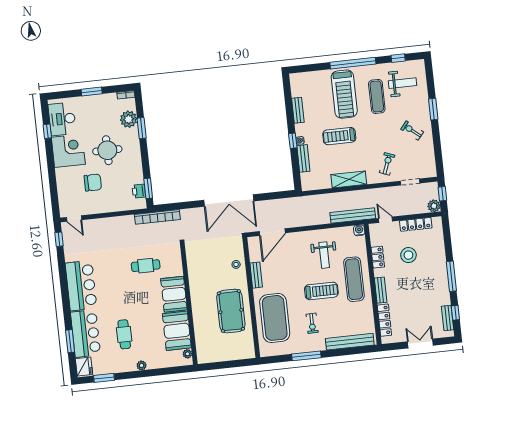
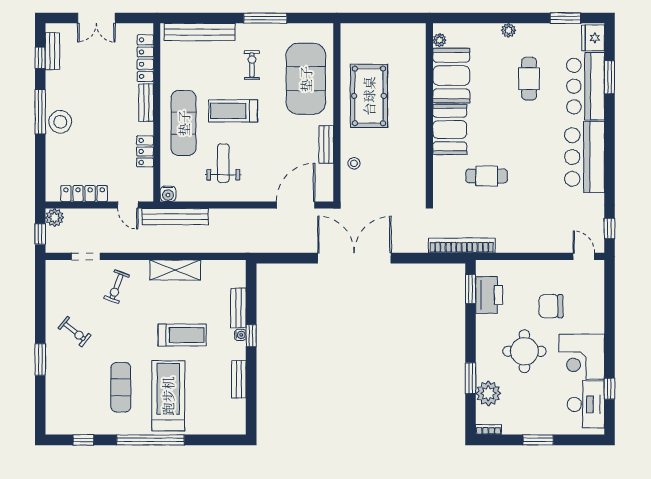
weight bench: (403, 83) -> (81, 403), removed
printer: (139, 191) -> (489, 295), width x1.87, depth x1.48
stool: (408, 255) -> (60, 122), moved

